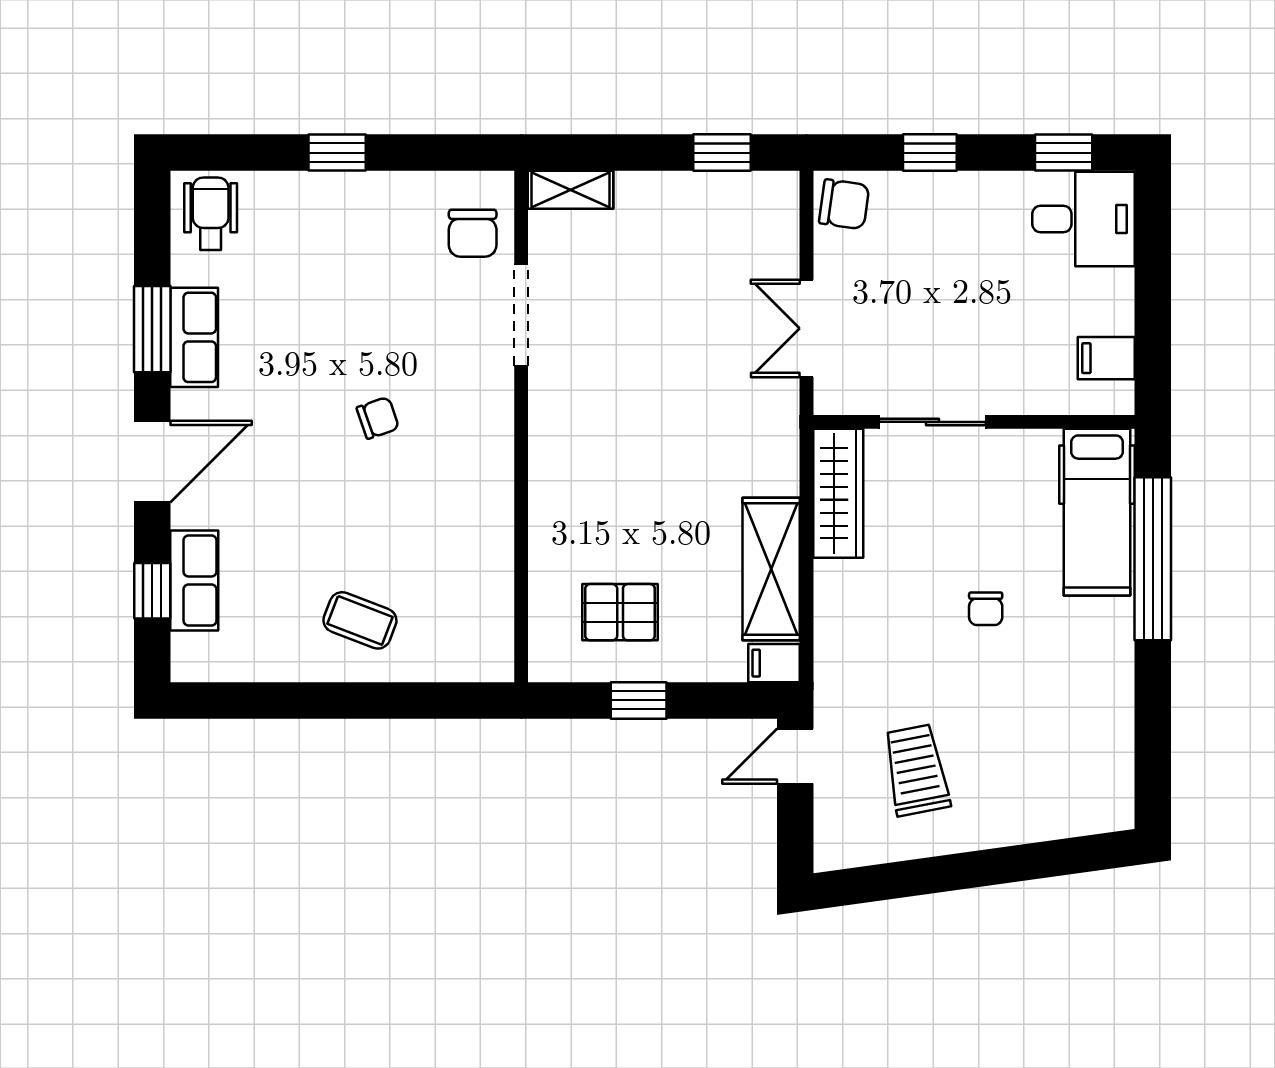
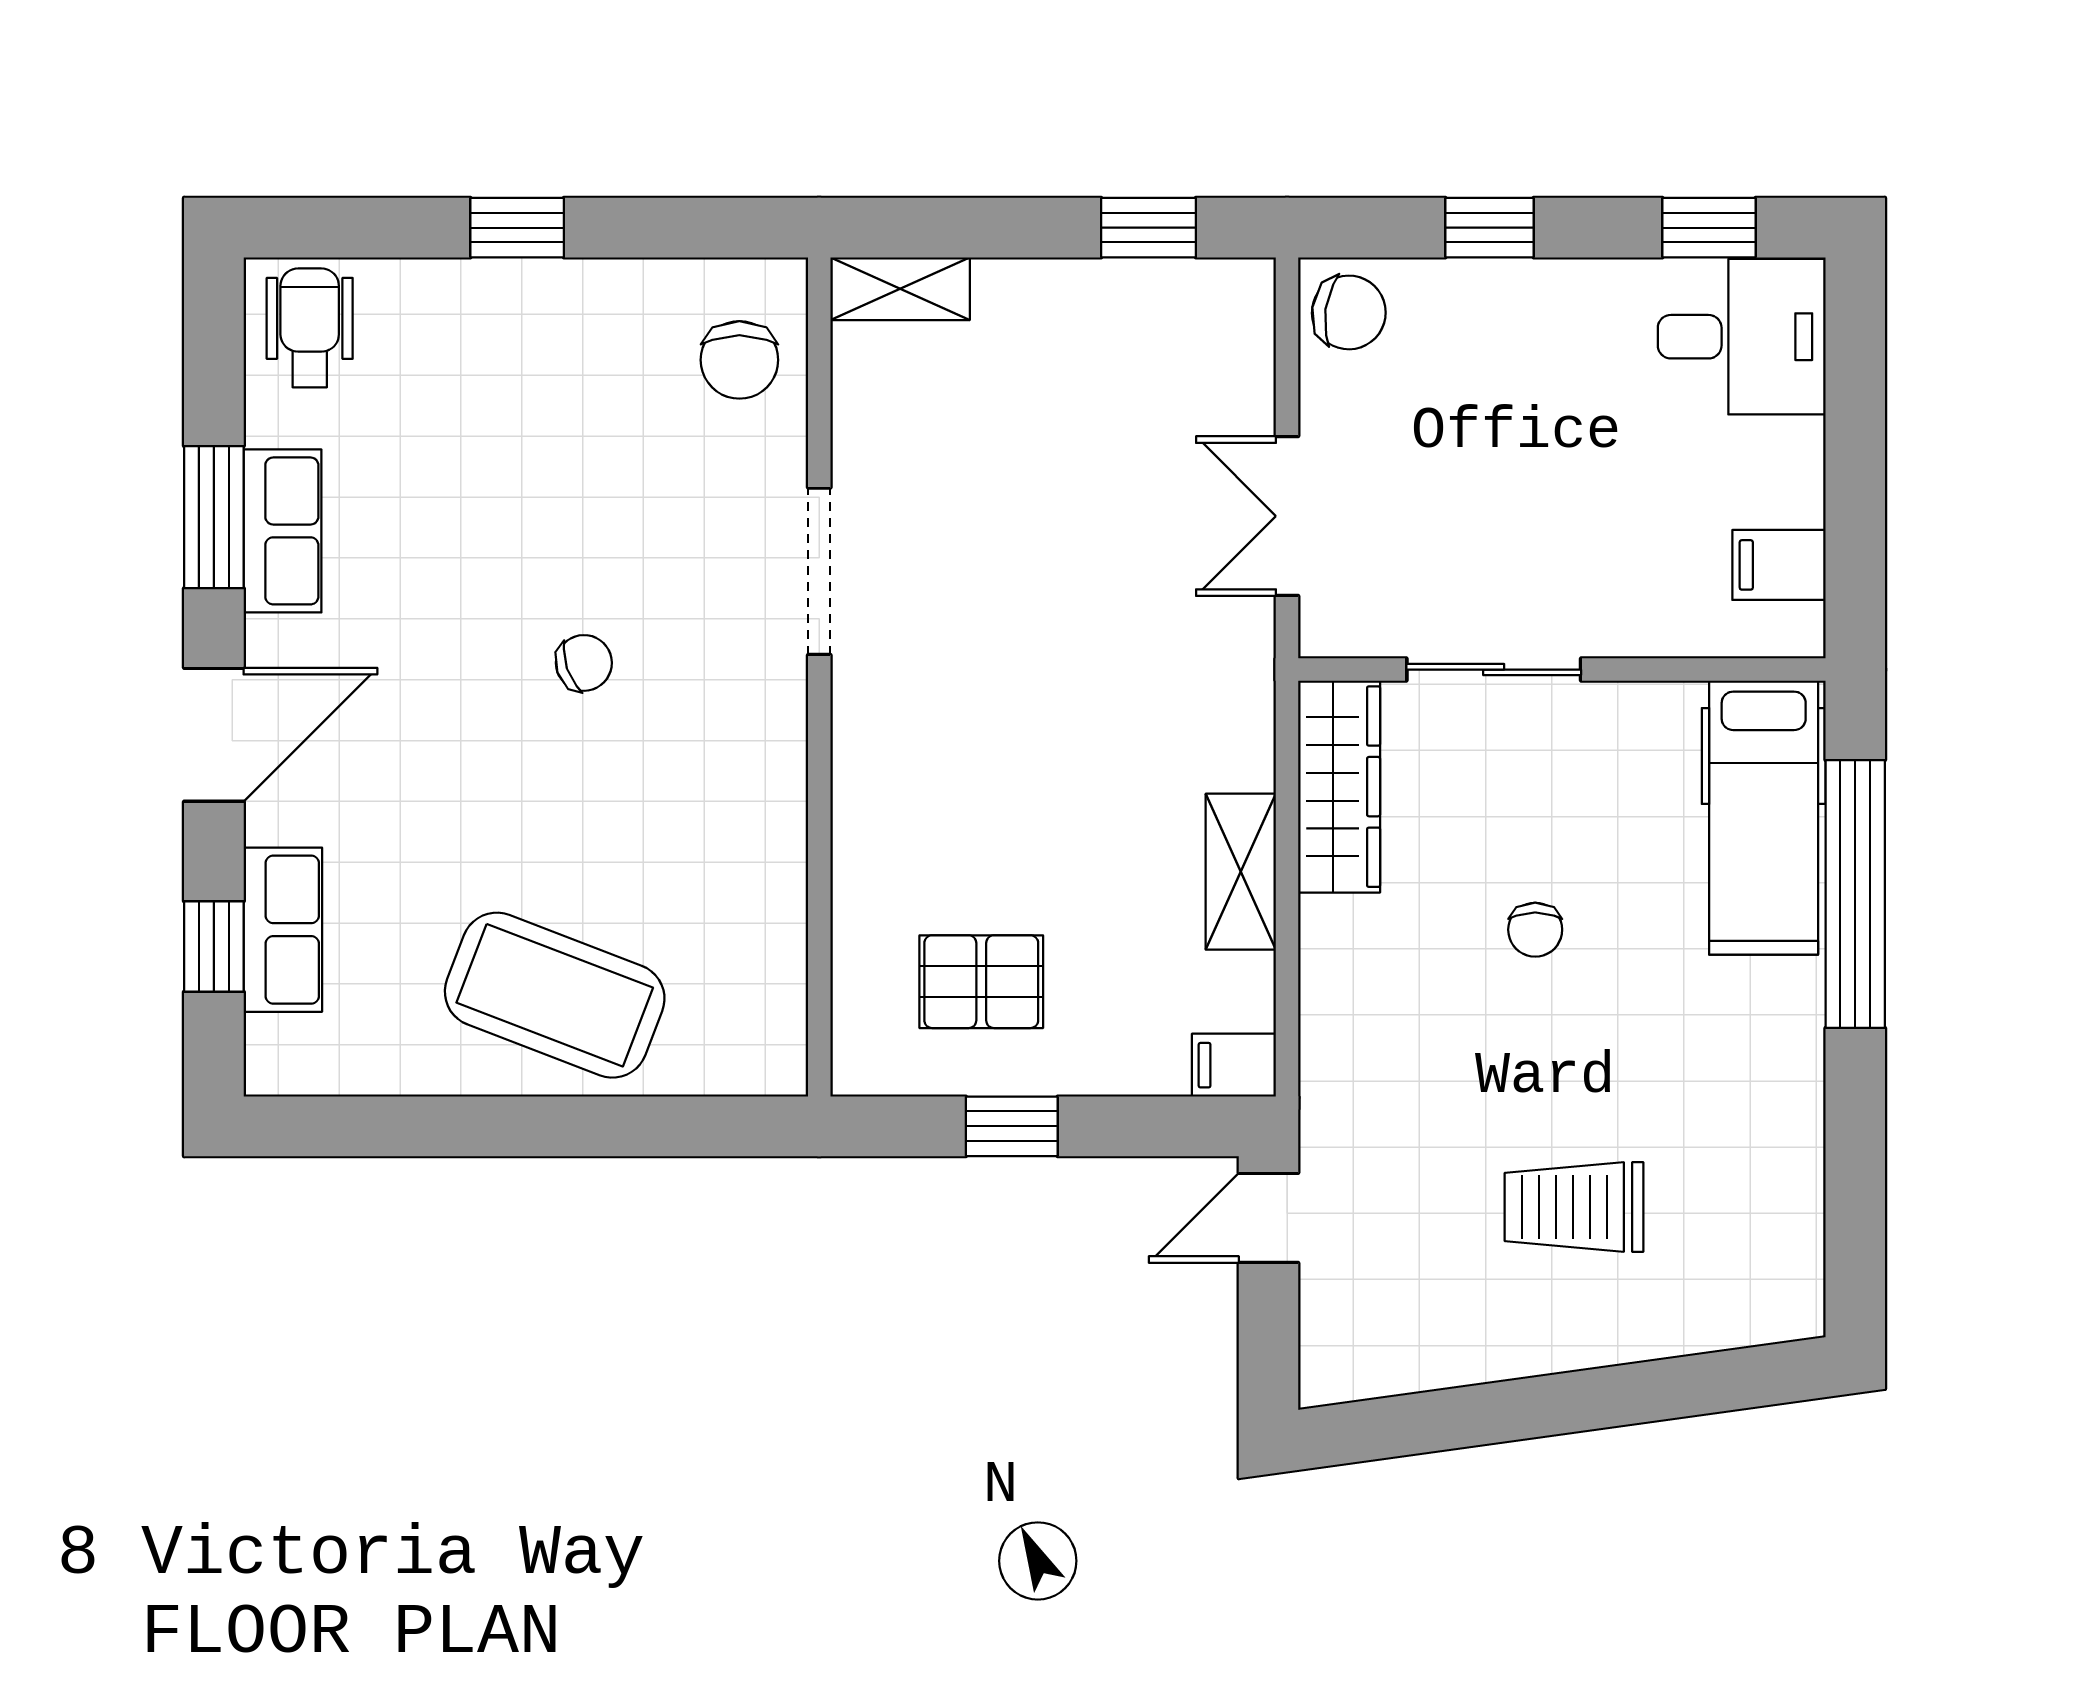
doorway: (521, 315) -> (819, 571), moved
shelving: (771, 569) -> (1241, 872), width x0.67, depth x0.75
chair: (986, 609) -> (1535, 930), moved
coffee table: (360, 620) -> (555, 995), width x1.86, depth x1.72
trolley: (916, 770) -> (1574, 1207), moved, turned -79

